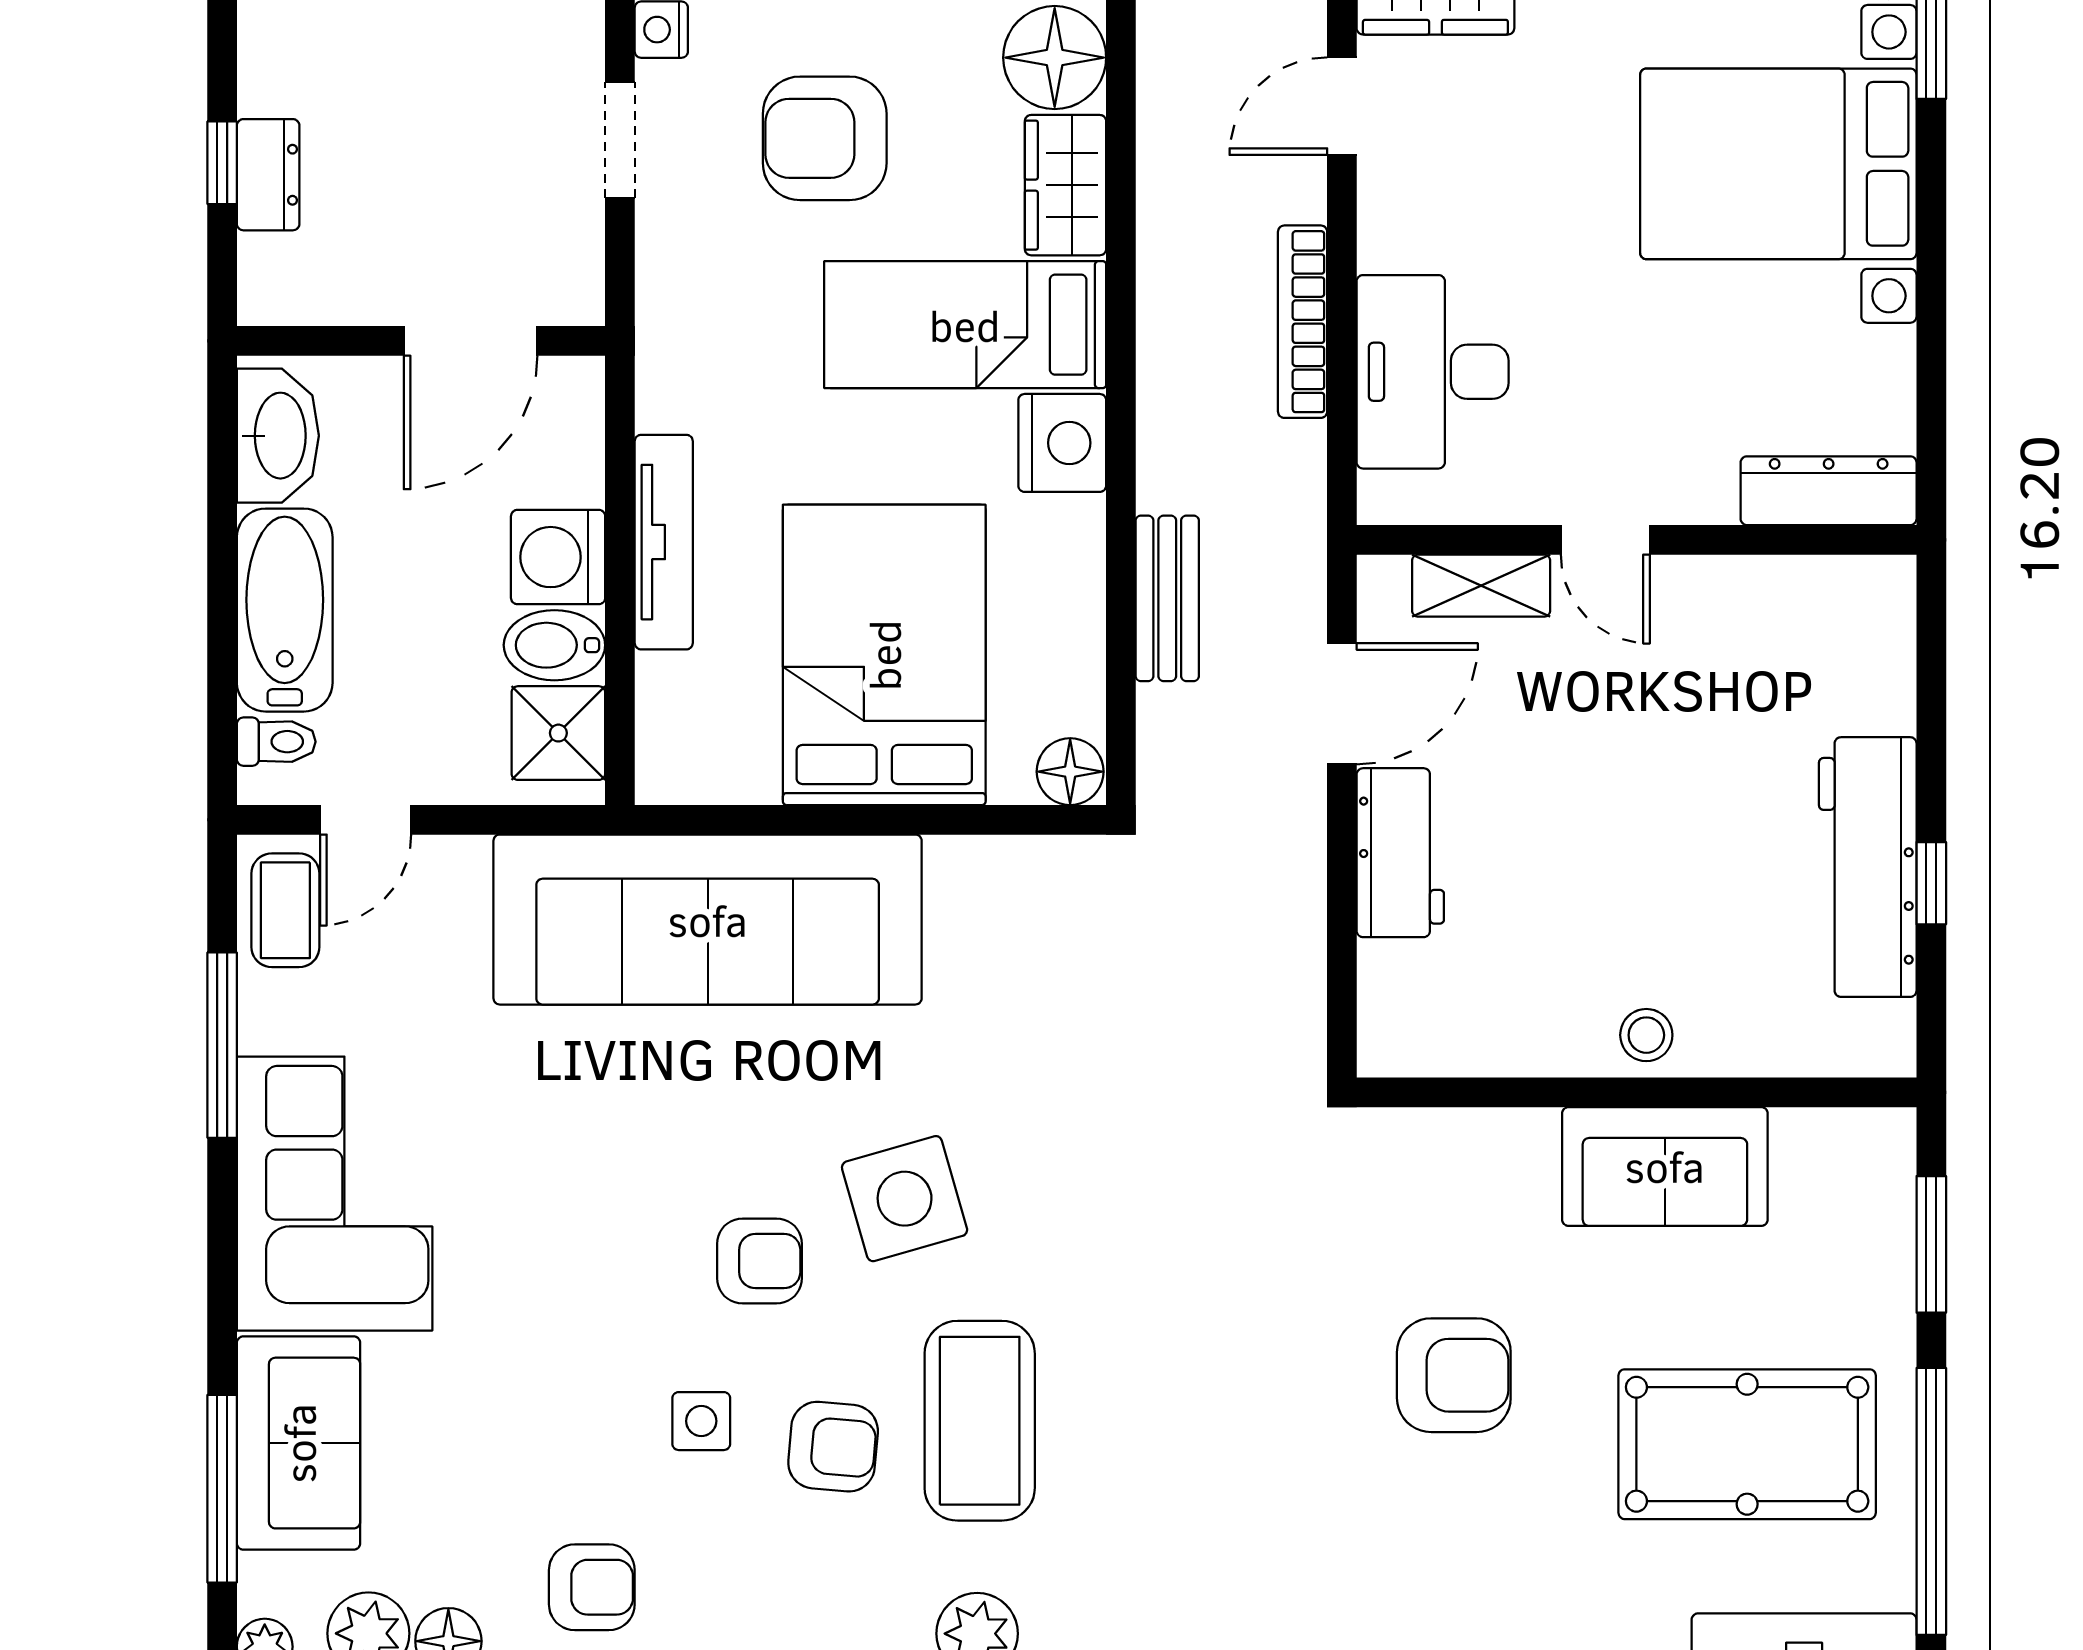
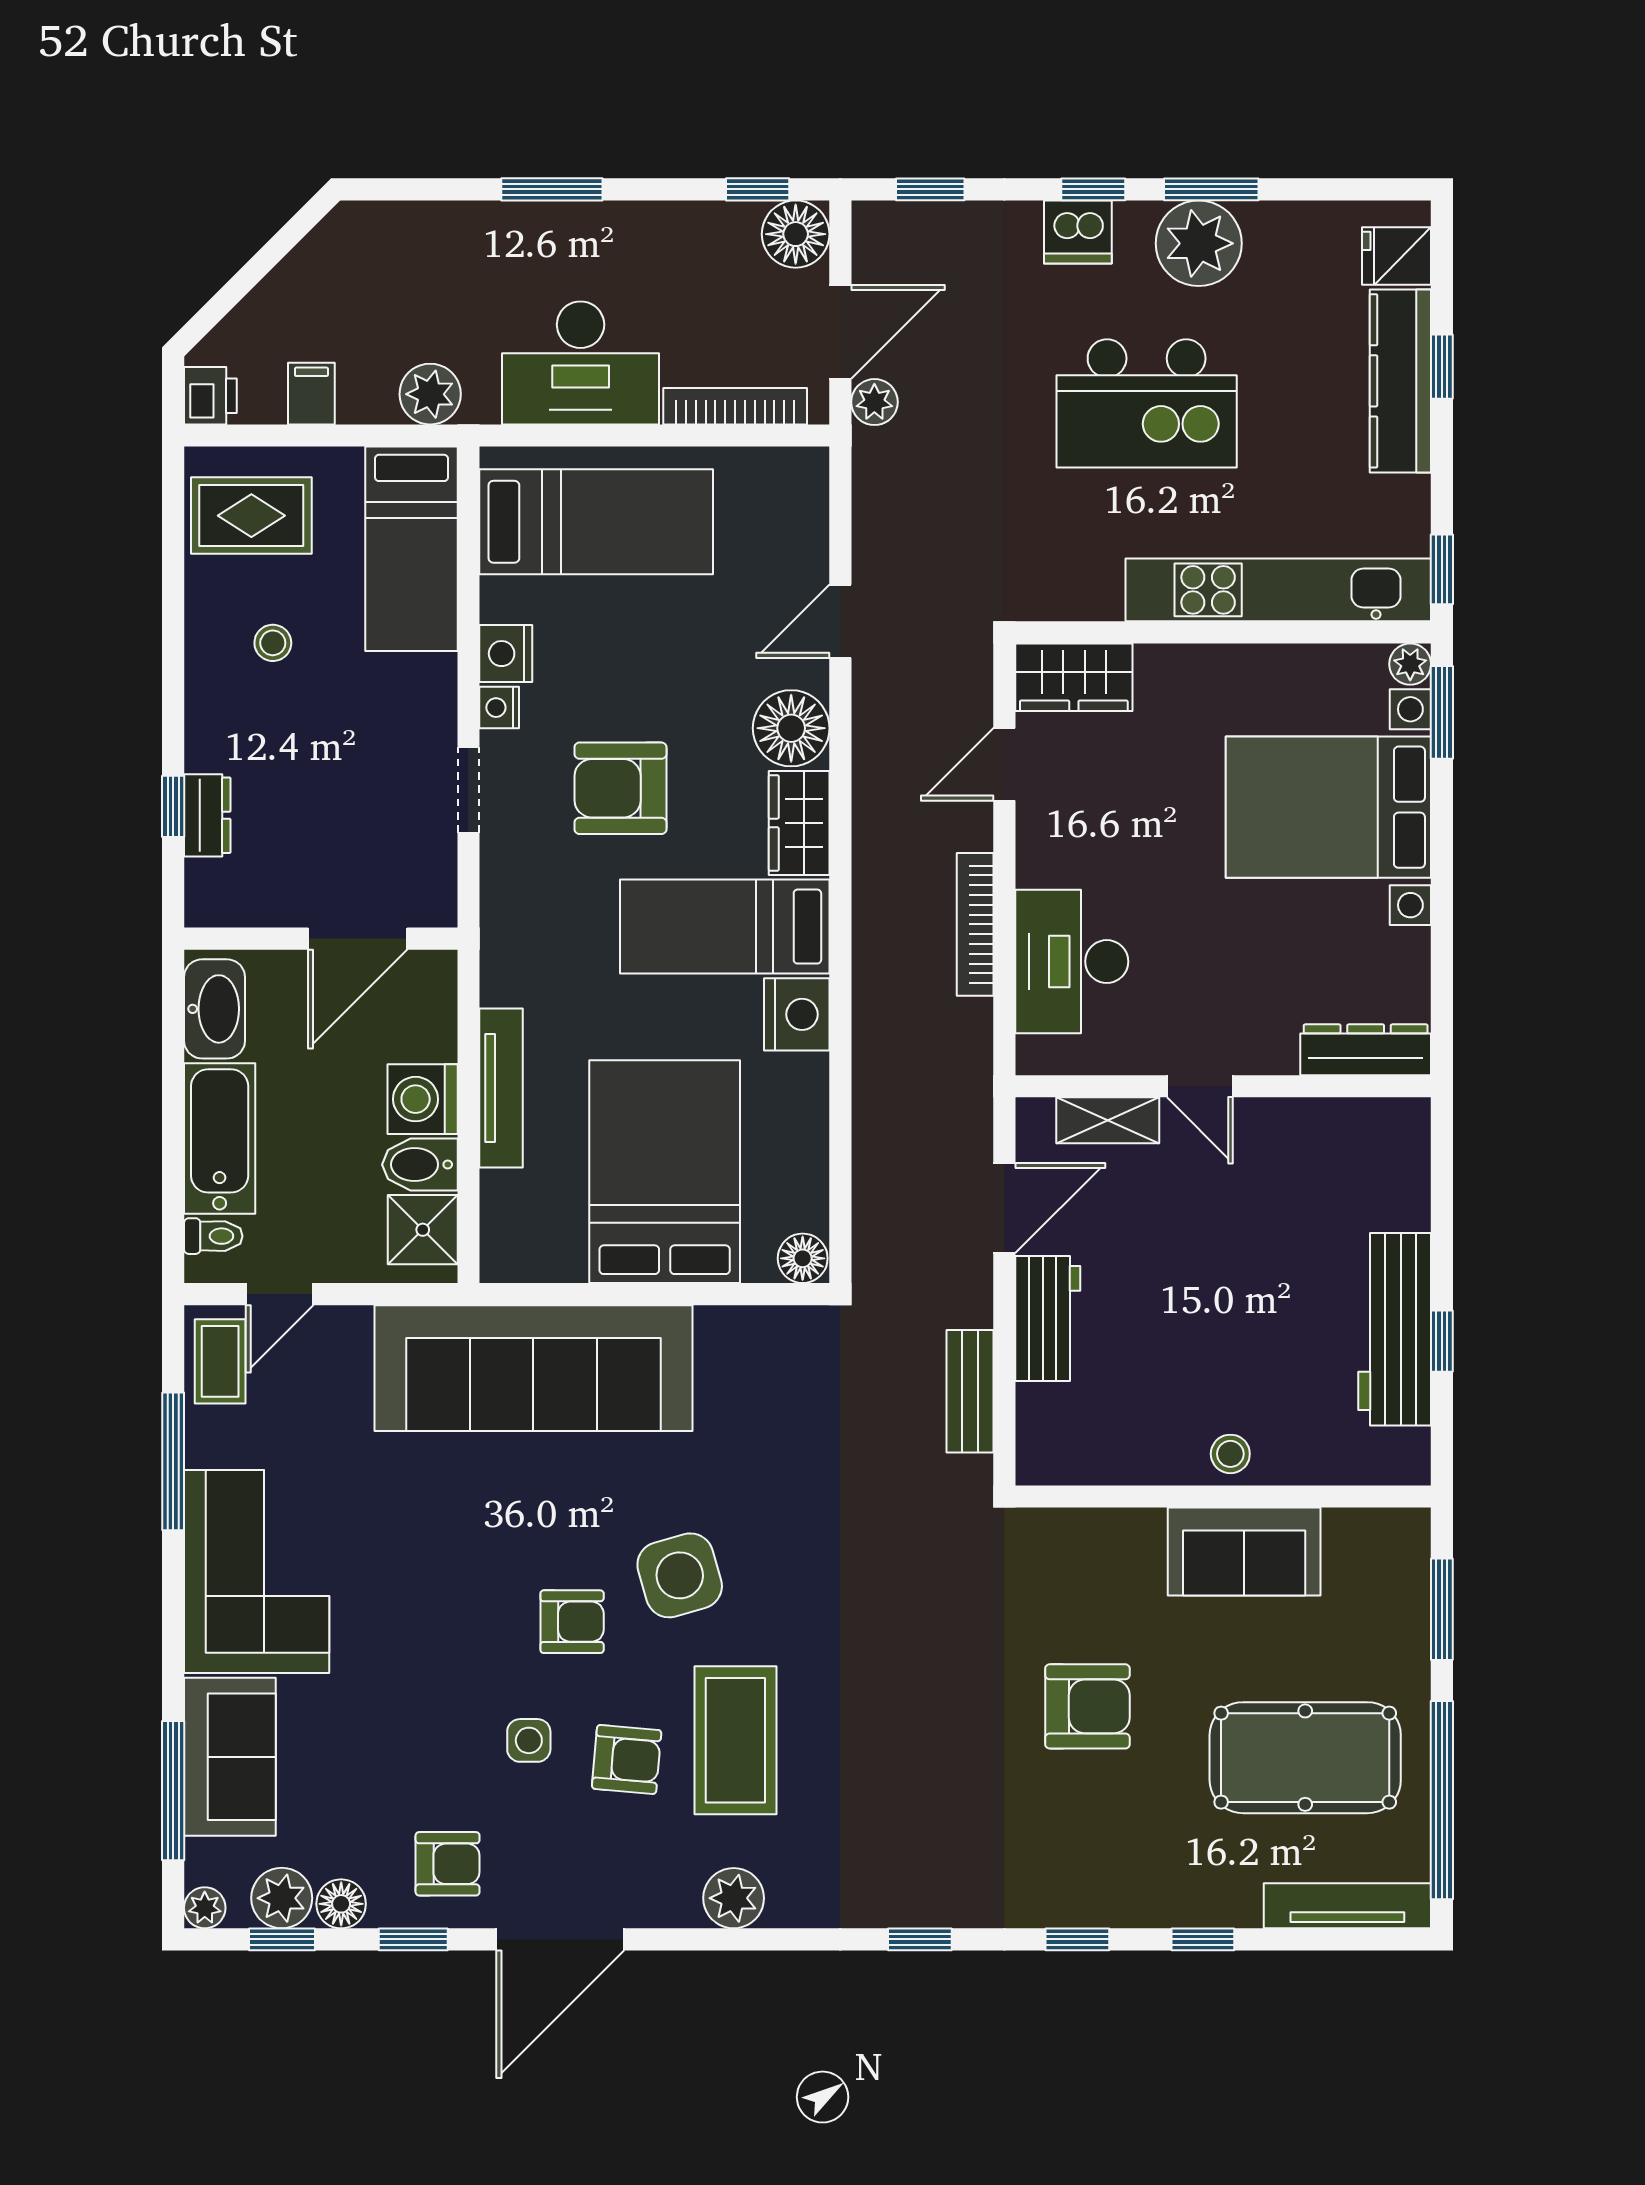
bench: (1167, 598) -> (970, 1391), moved

